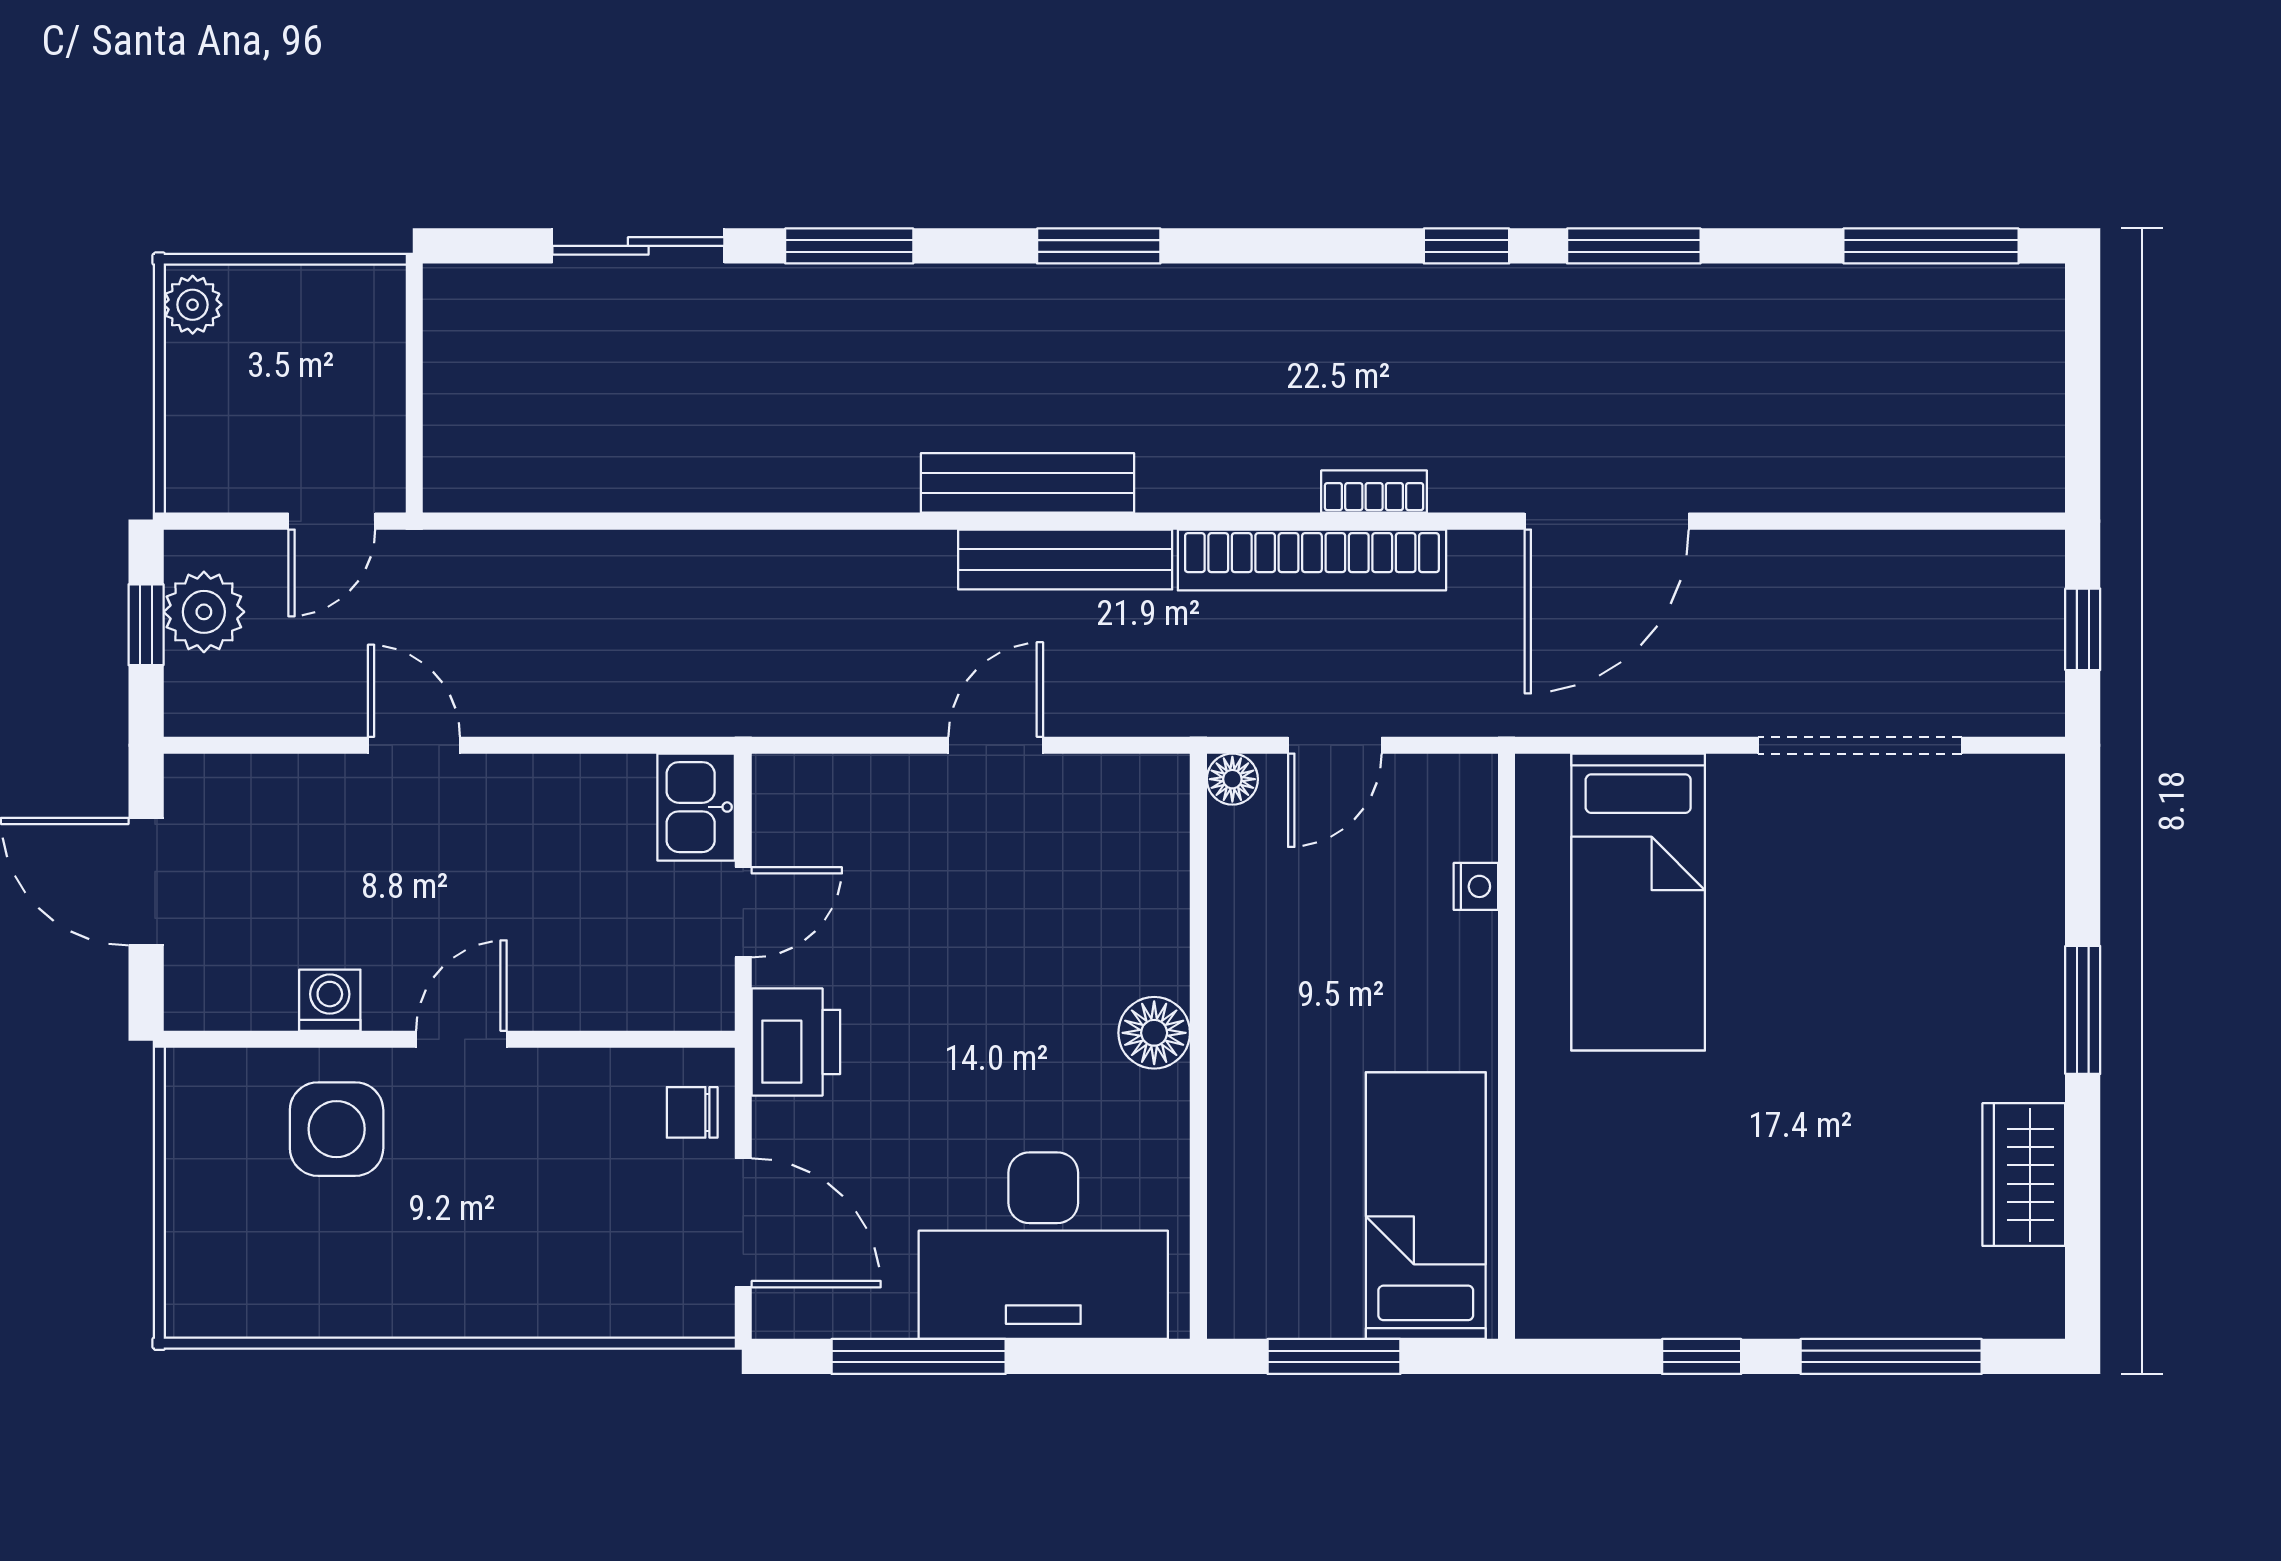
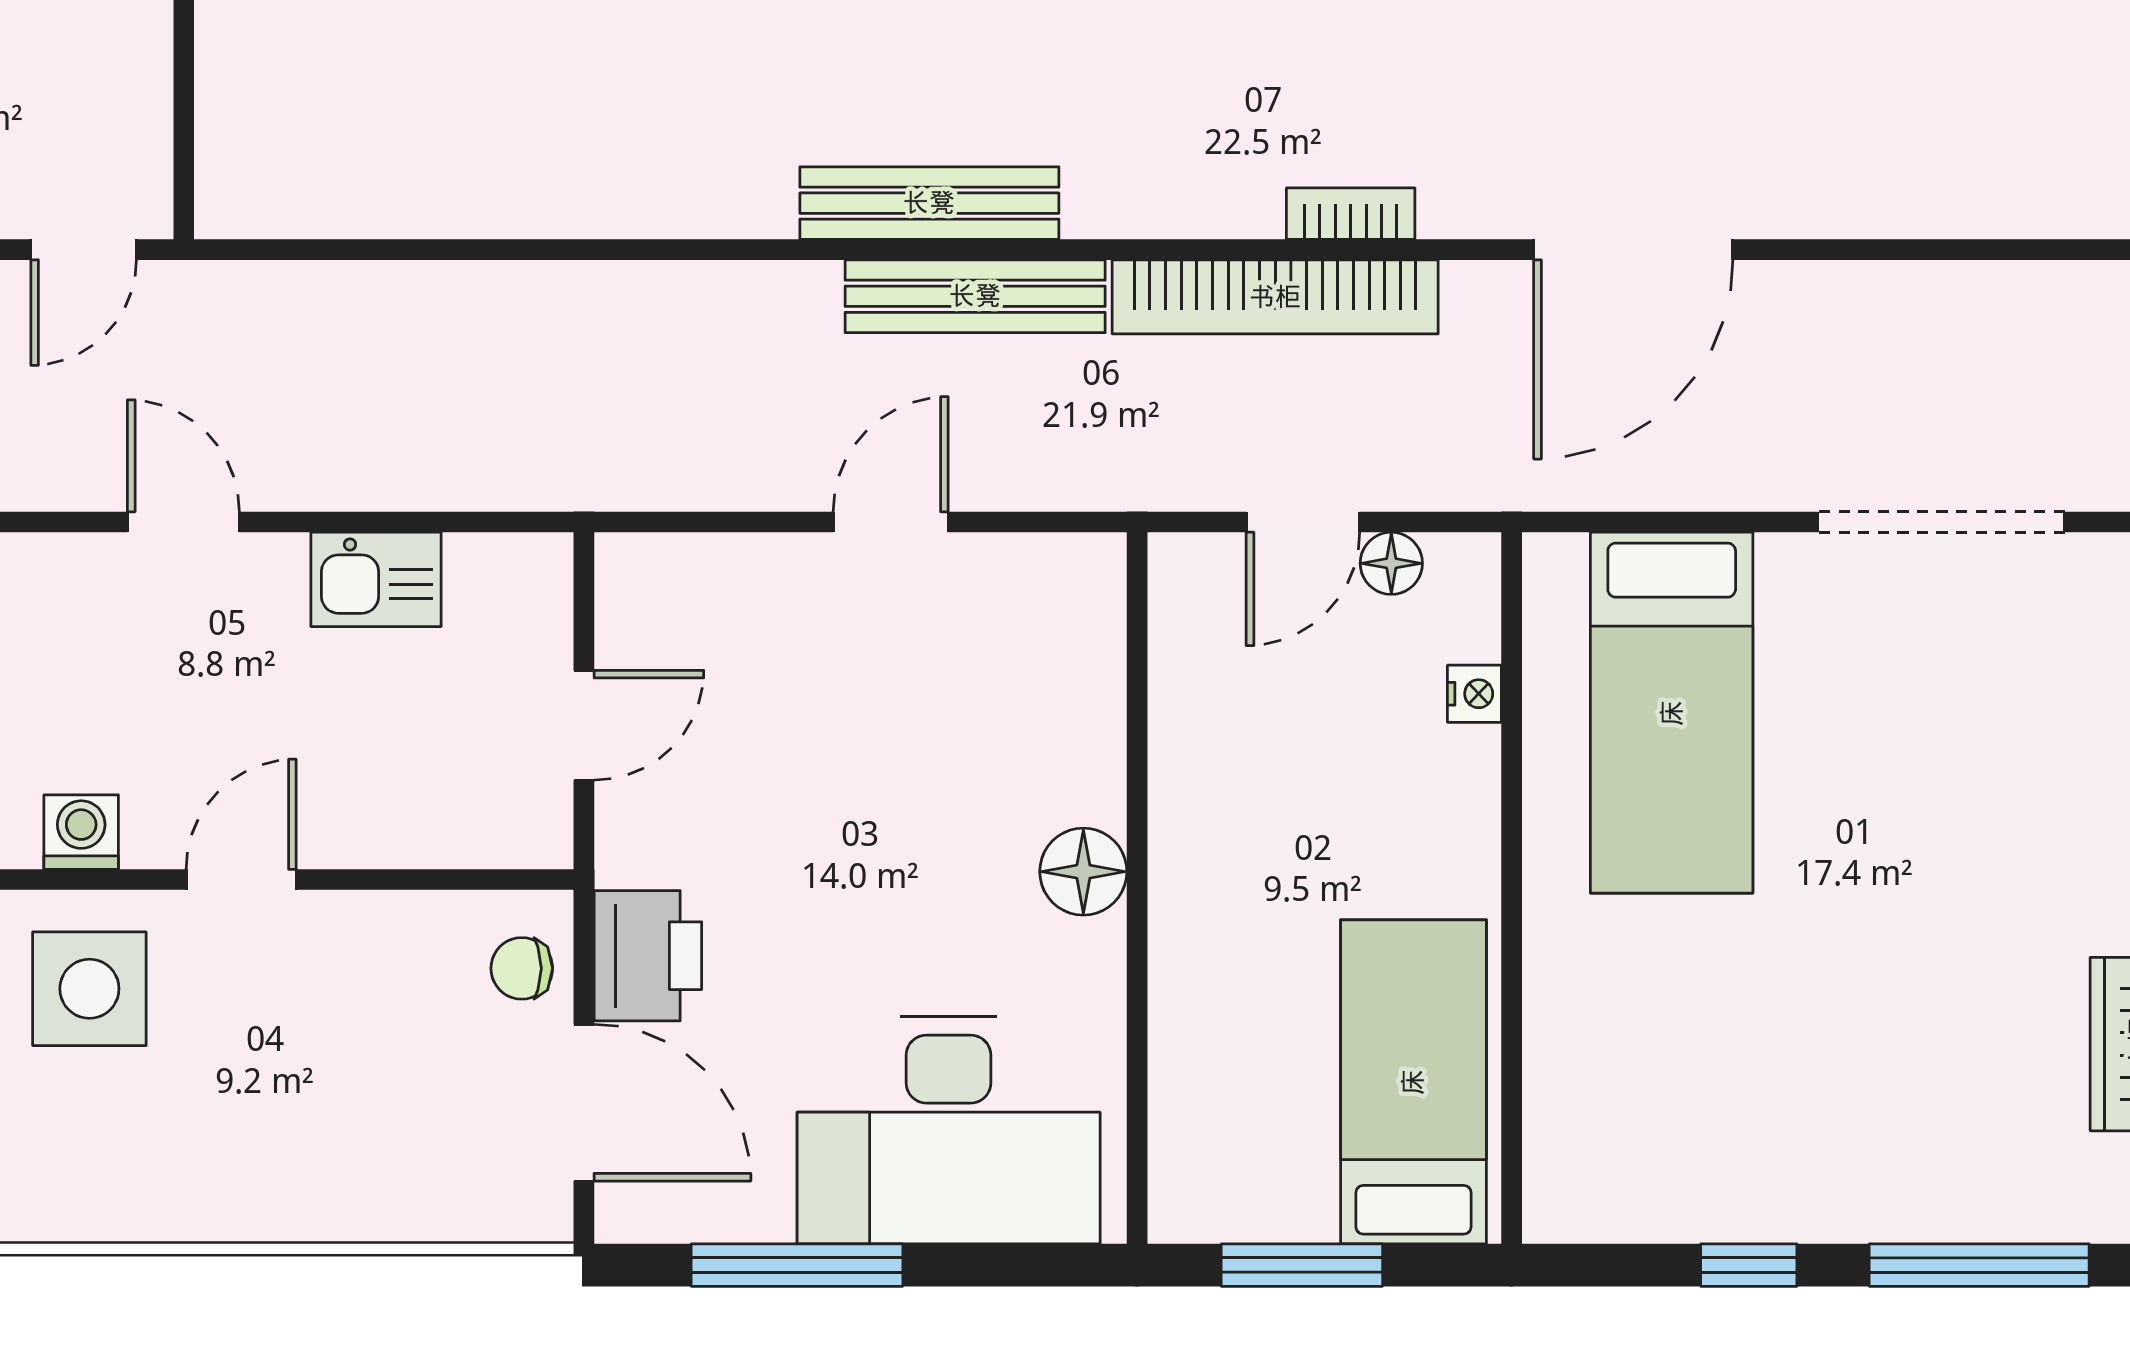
floor lamp: (1232, 779) -> (1391, 563), moved
kitchen sink: (696, 807) -> (376, 579), moved, turned -90
printer: (796, 1042) -> (648, 956), moved

